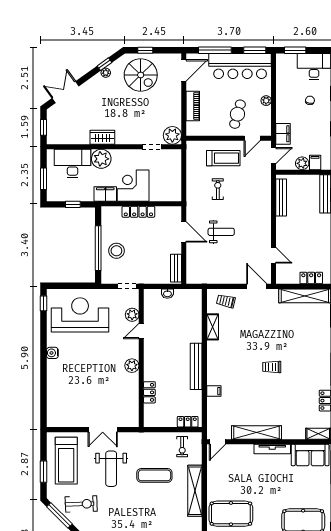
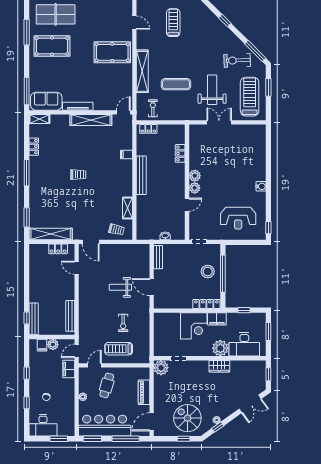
locker: (138, 212) -> (206, 304), moved
locker: (311, 278) -> (58, 249), moved
reception desk: (80, 315) -> (238, 218), width x0.74, depth x0.77
plant: (132, 315) -> (195, 188), moved

